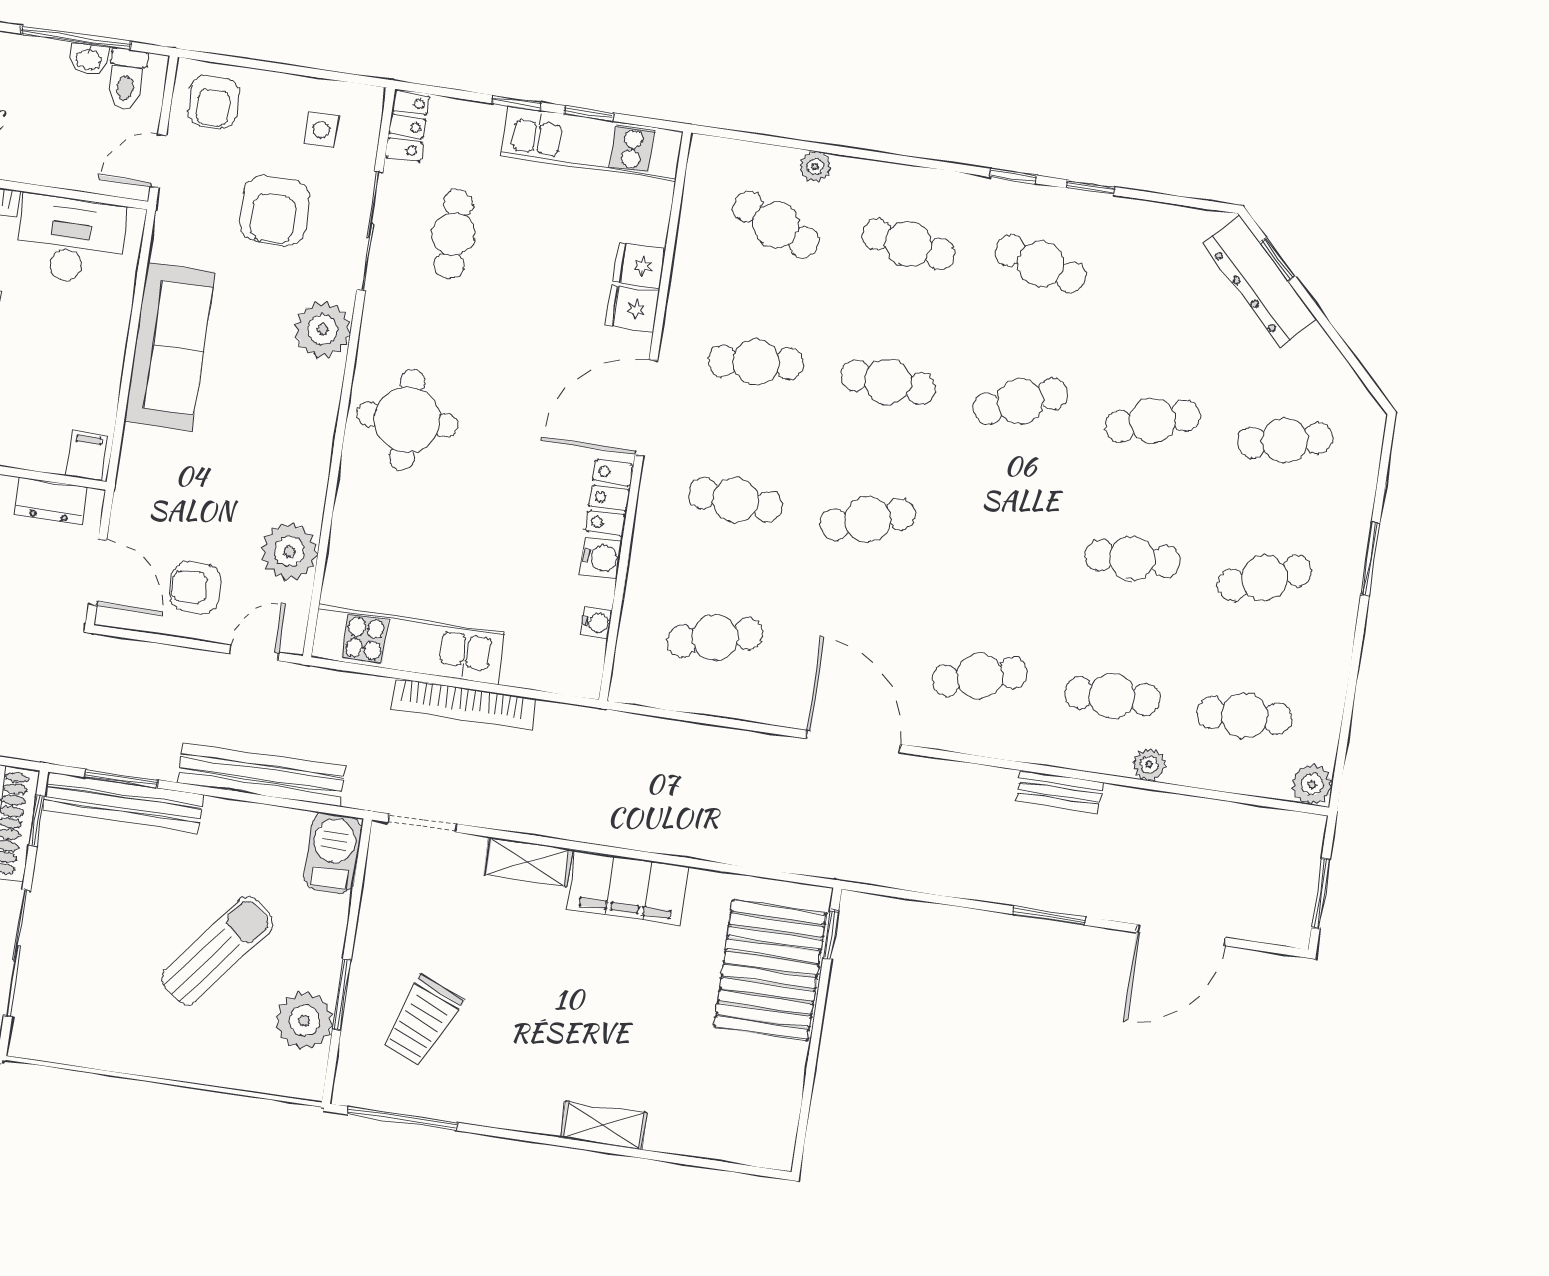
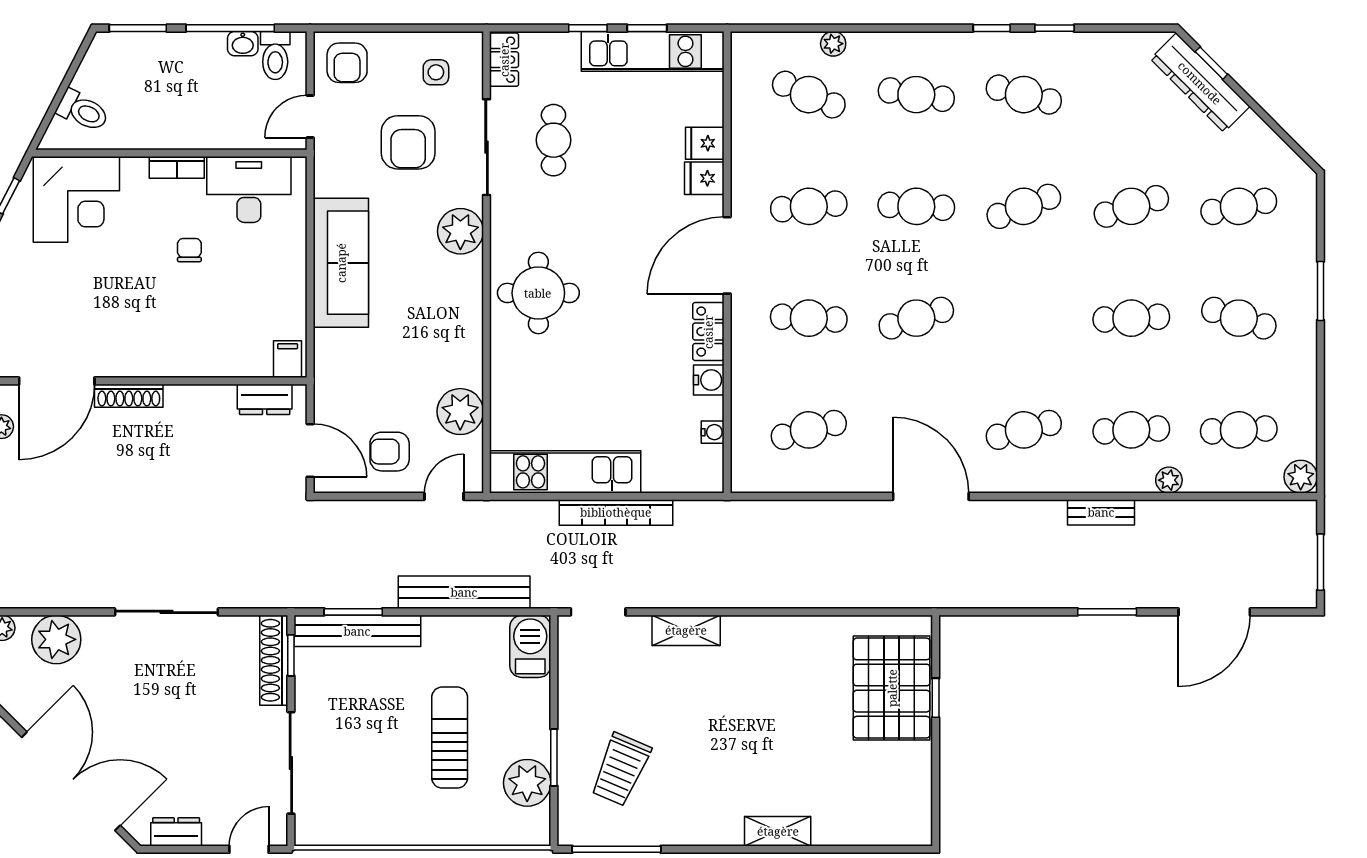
cafe table: (1265, 578) -> (1239, 318), turned 39
filing cabinet: (628, 887) -> (769, 639), removed
window: (831, 935) -> (936, 698), moved
sun lounger: (217, 951) -> (450, 738), turned -38

